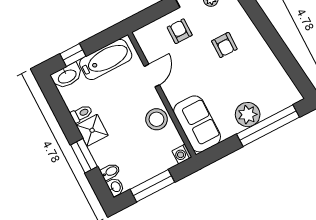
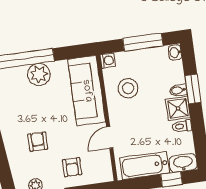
stool: (157, 119) -> (128, 88), moved
sofa: (197, 124) -> (87, 91), width x1.36
bidet: (110, 172) -> (178, 90), moved

